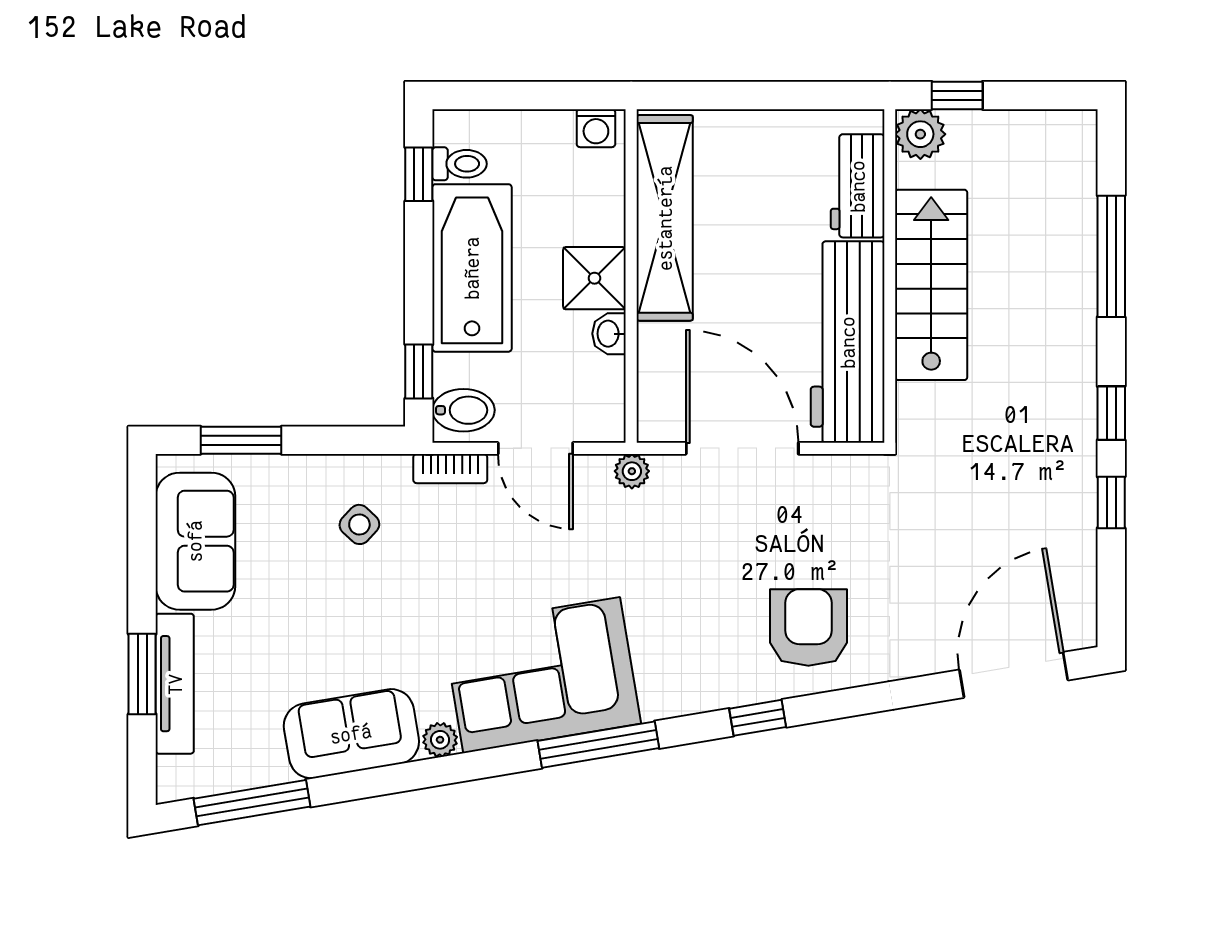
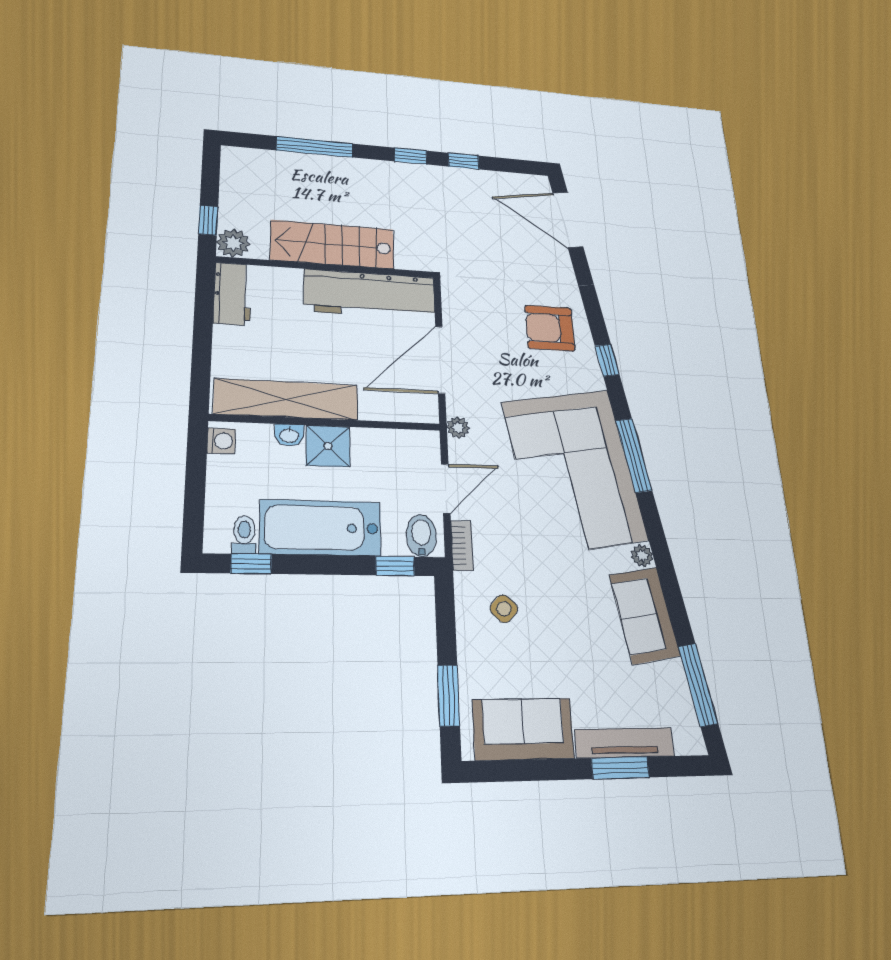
workbench: (858, 186) -> (232, 294), moved, turned -90
washbasin: (609, 334) -> (289, 435), moved
corner sofa: (542, 675) -> (574, 471), width x1.36, depth x1.36

